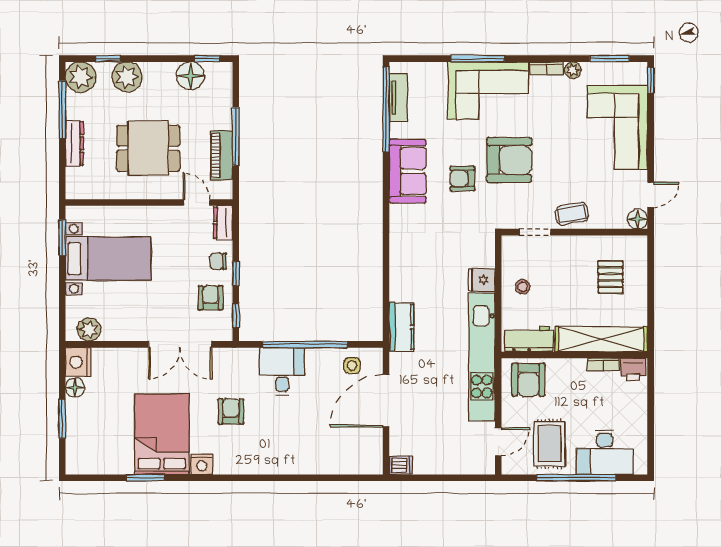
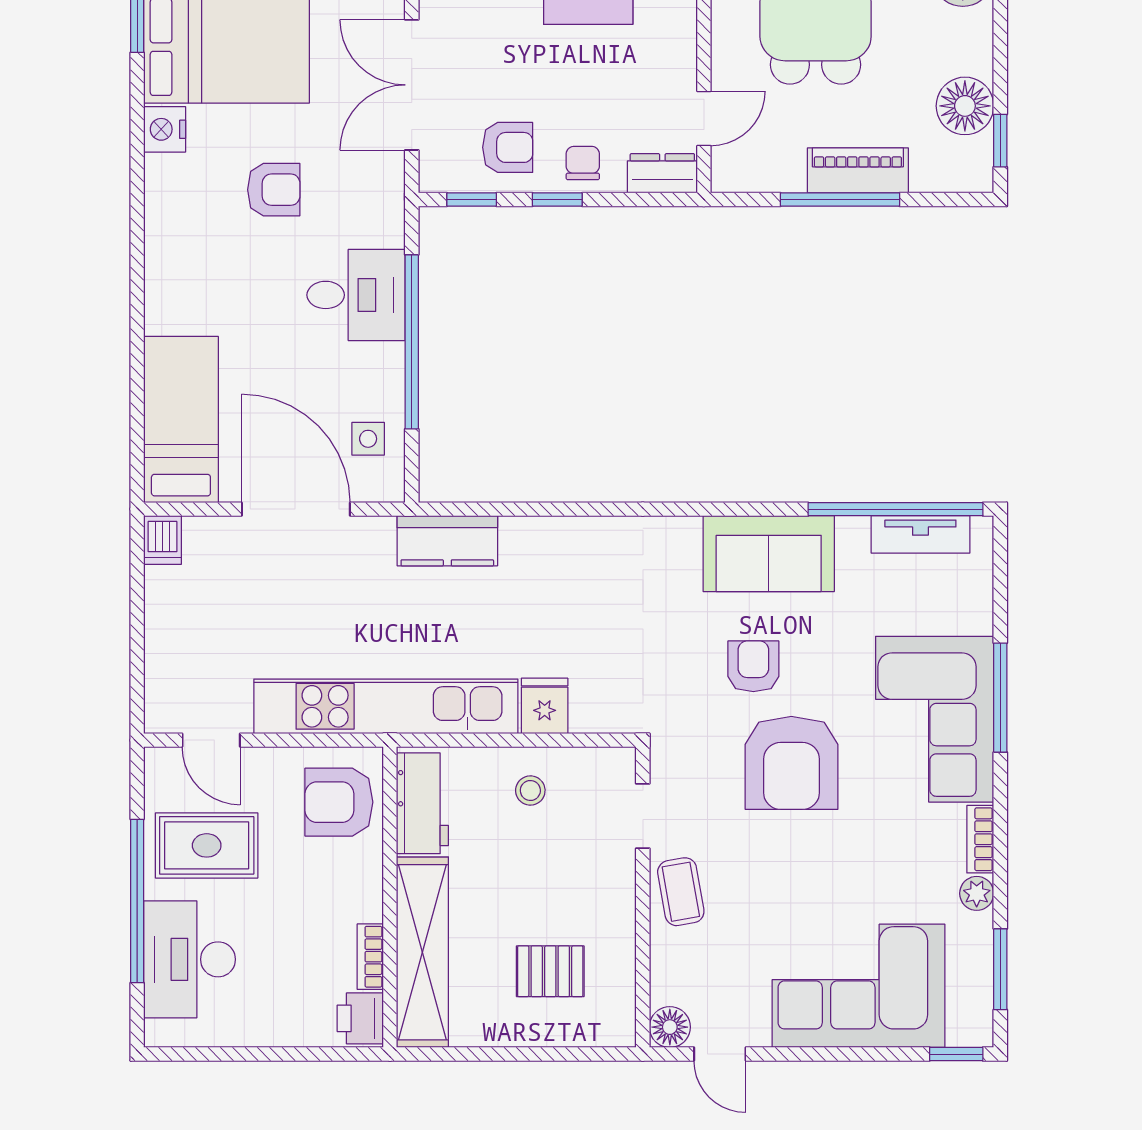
piano: (222, 155) -> (858, 170), moved
bed: (343, 456) -> (181, 419), added

